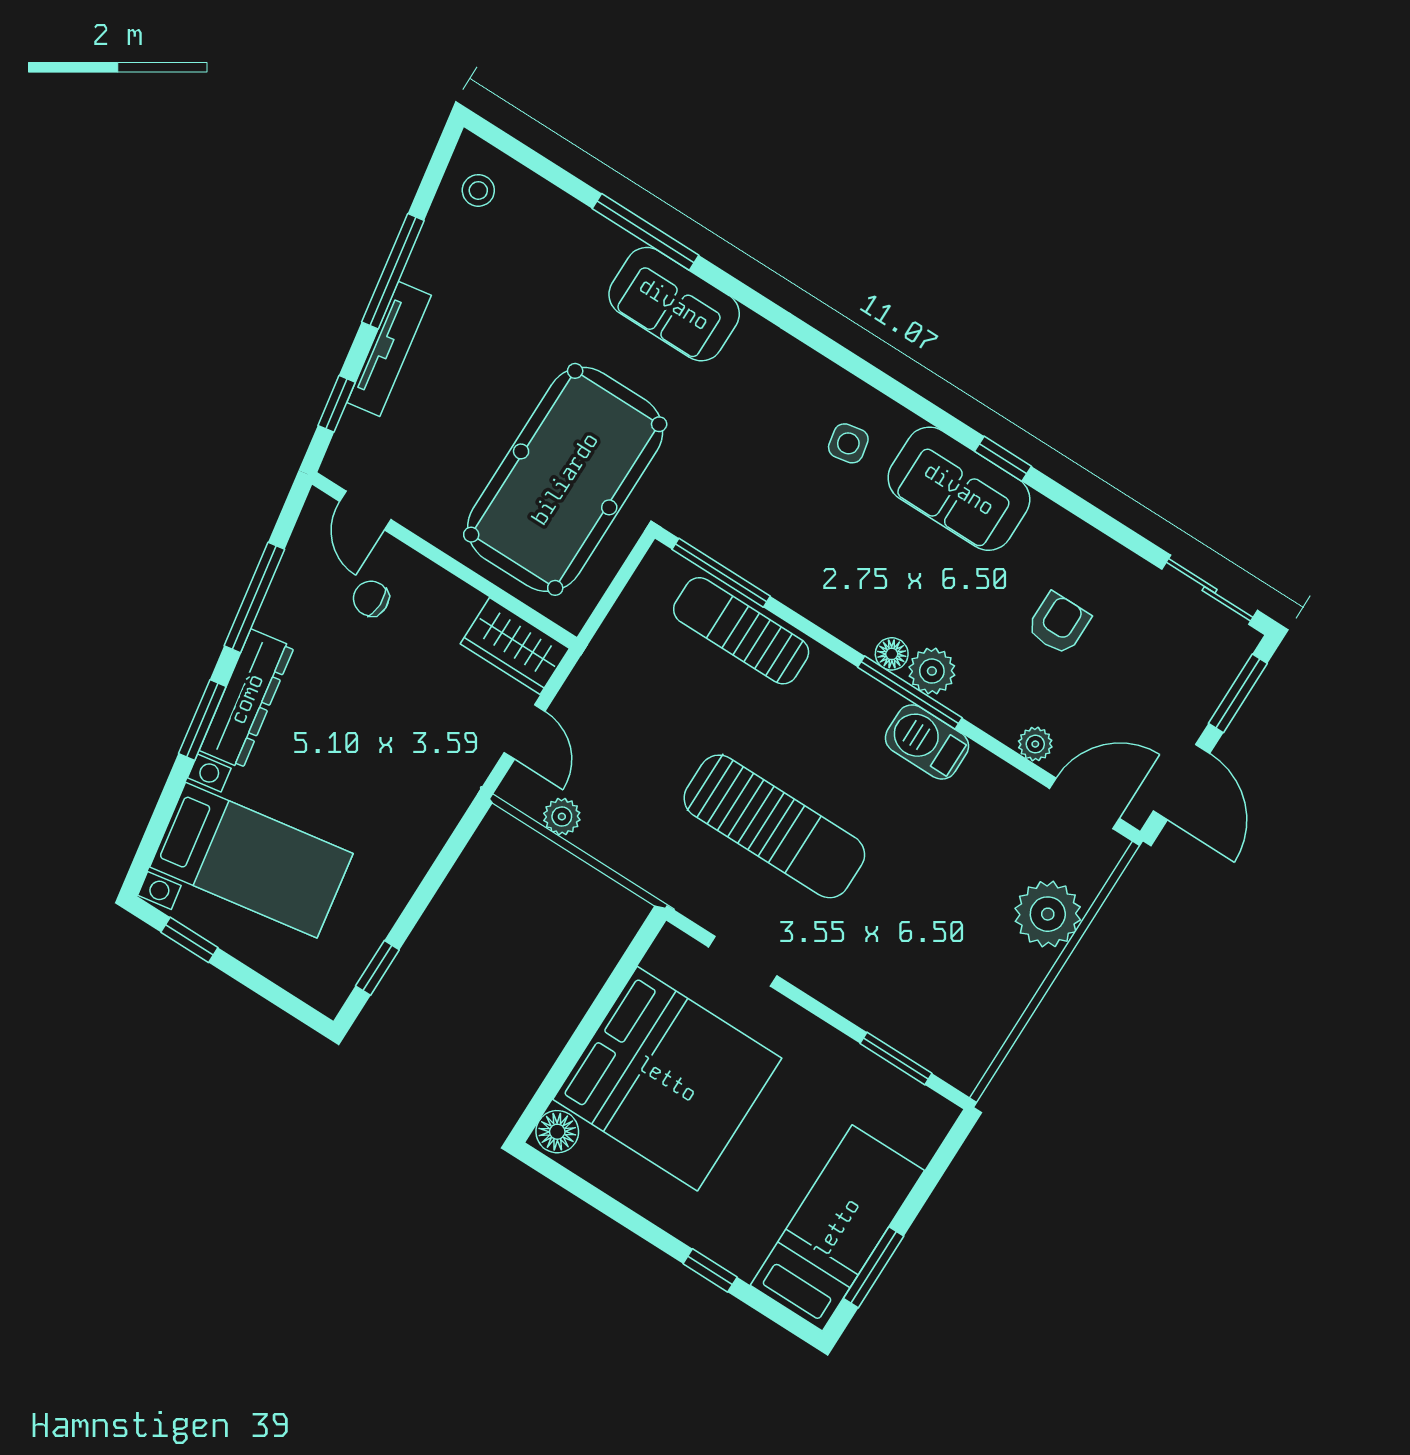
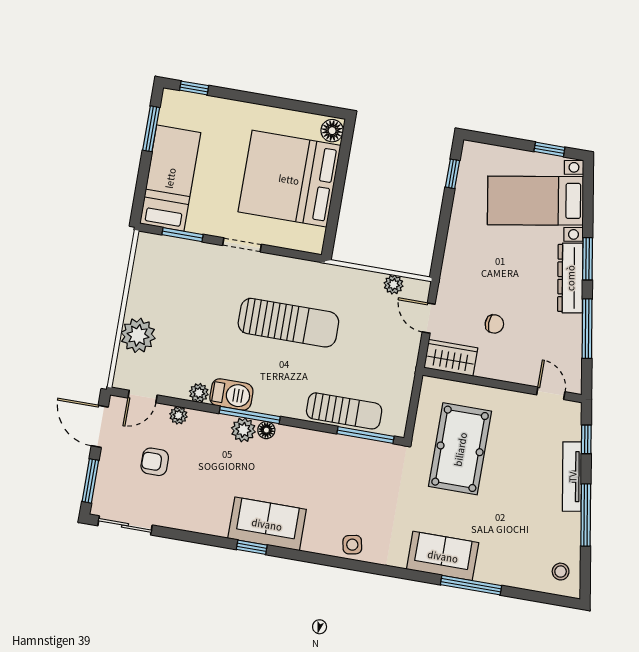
side table: (848, 443) -> (352, 545), moved
pool table: (565, 479) -> (460, 449), width x0.73, depth x0.76
chair: (371, 599) -> (494, 324), moved
armchair: (1059, 624) -> (155, 462), moved, turned 90
plant: (983, 769) -> (199, 393), added
door: (1085, 803) -> (143, 396), width x0.73
sun lounger: (774, 826) -> (288, 323), turned 180
doorway: (743, 961) -> (242, 245), moved
bed: (837, 1228) -> (170, 178), moved, turned 180
window: (710, 1270) -> (194, 88), moved

